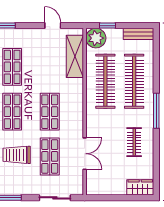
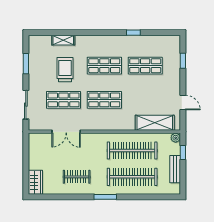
door: (53, 26) -> (183, 103), hinge flipped
bench: (139, 34) -> (175, 169), moved
plant: (96, 38) -> (176, 138), width x0.53, depth x0.53
window: (156, 111) -> (105, 197), width x0.69

